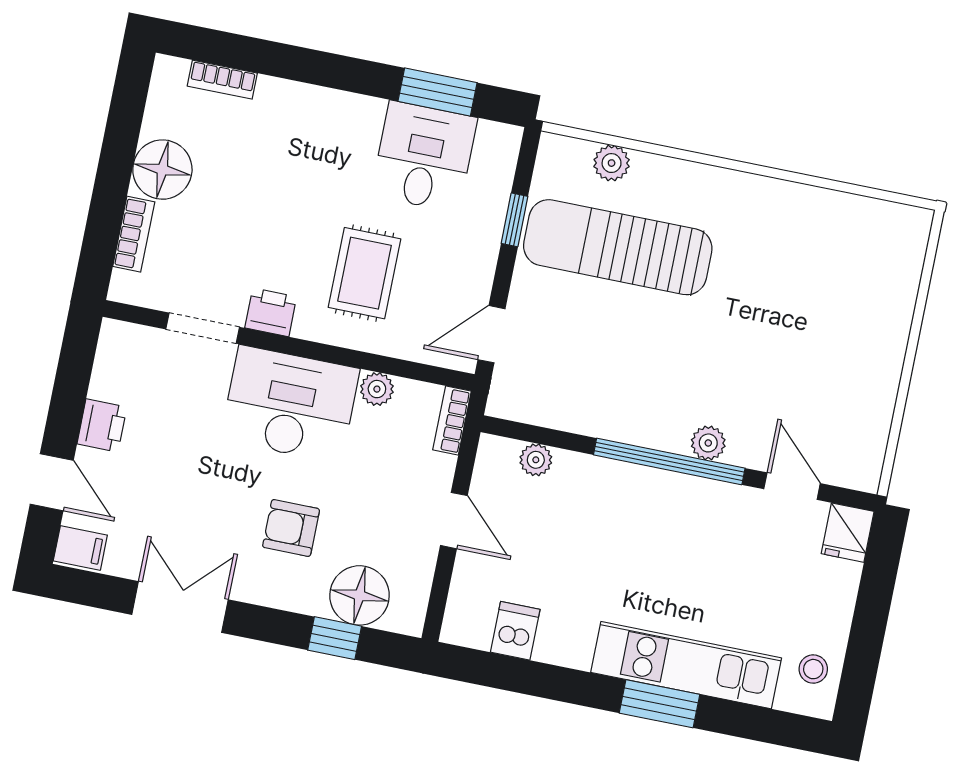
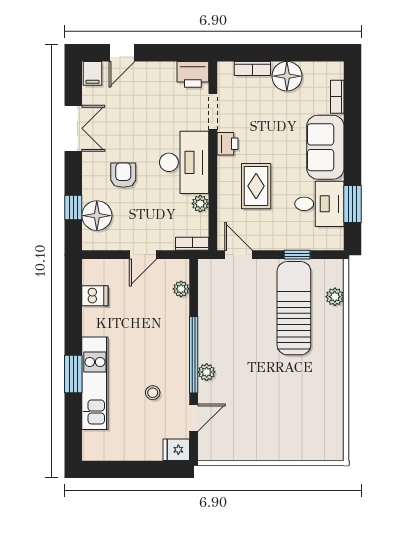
sofa: (316, 123) -> (325, 147), added
rug: (365, 273) -> (256, 186), turned 90
printer: (102, 425) -> (193, 74), moved, width x1.36, depth x1.24
stool: (813, 669) -> (153, 393), moved

